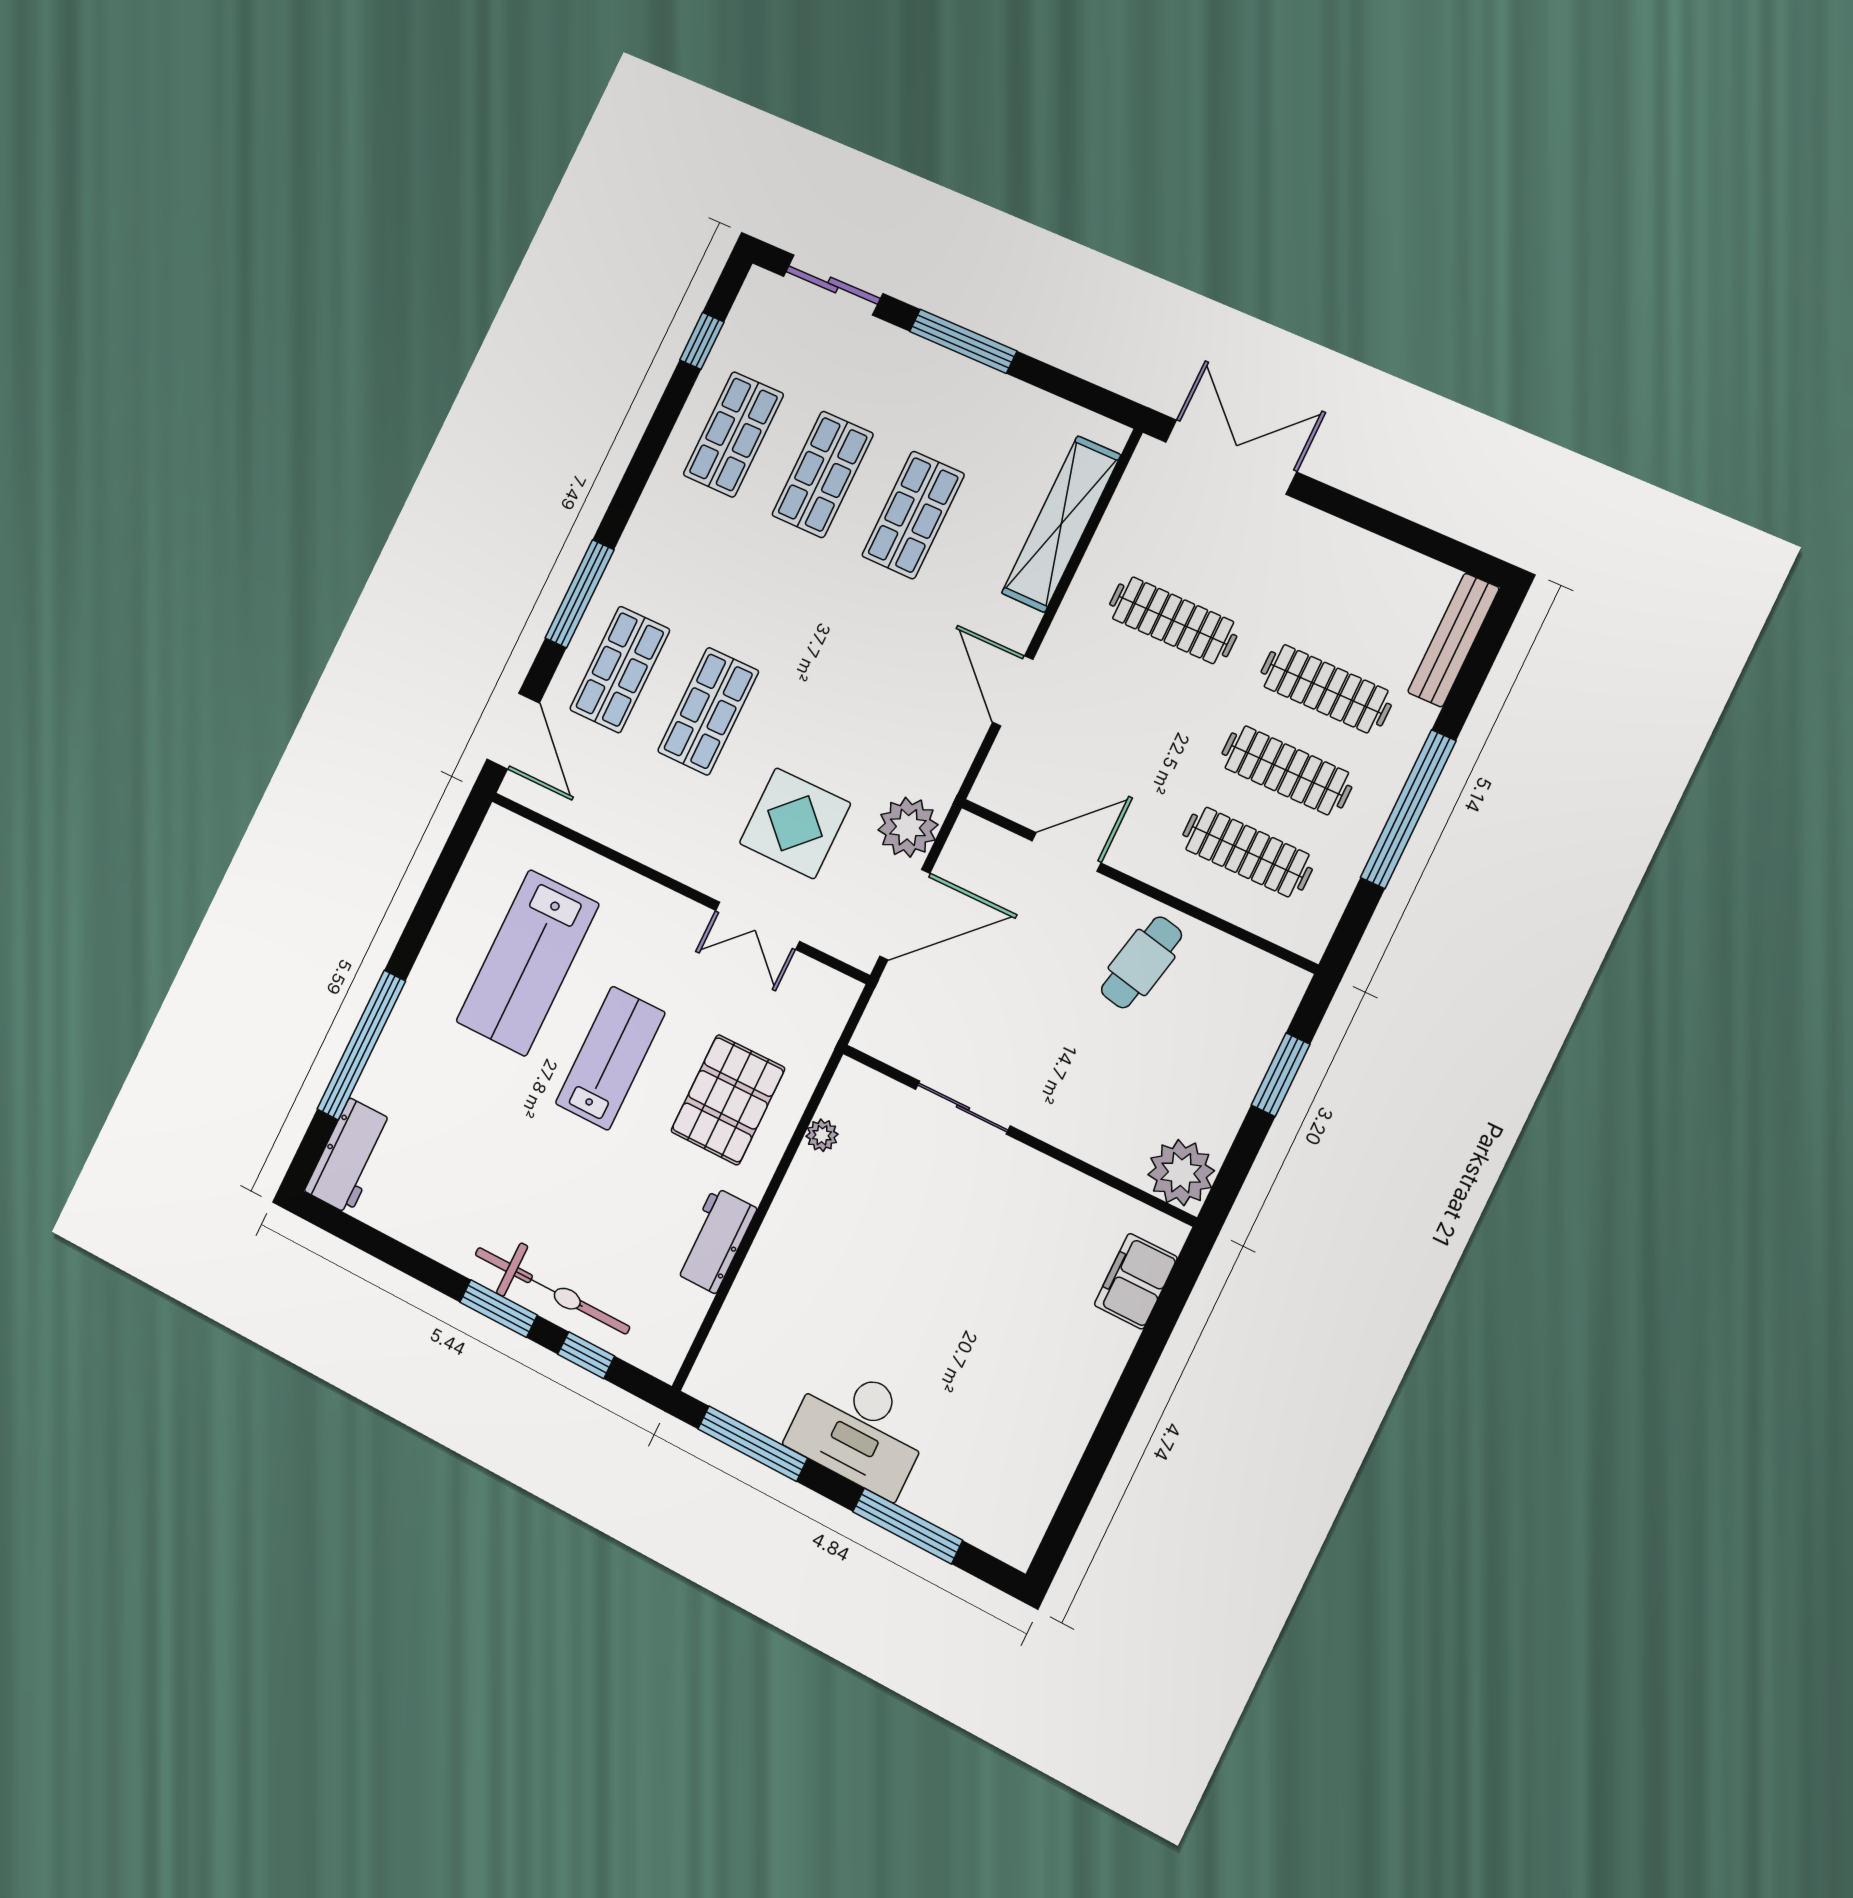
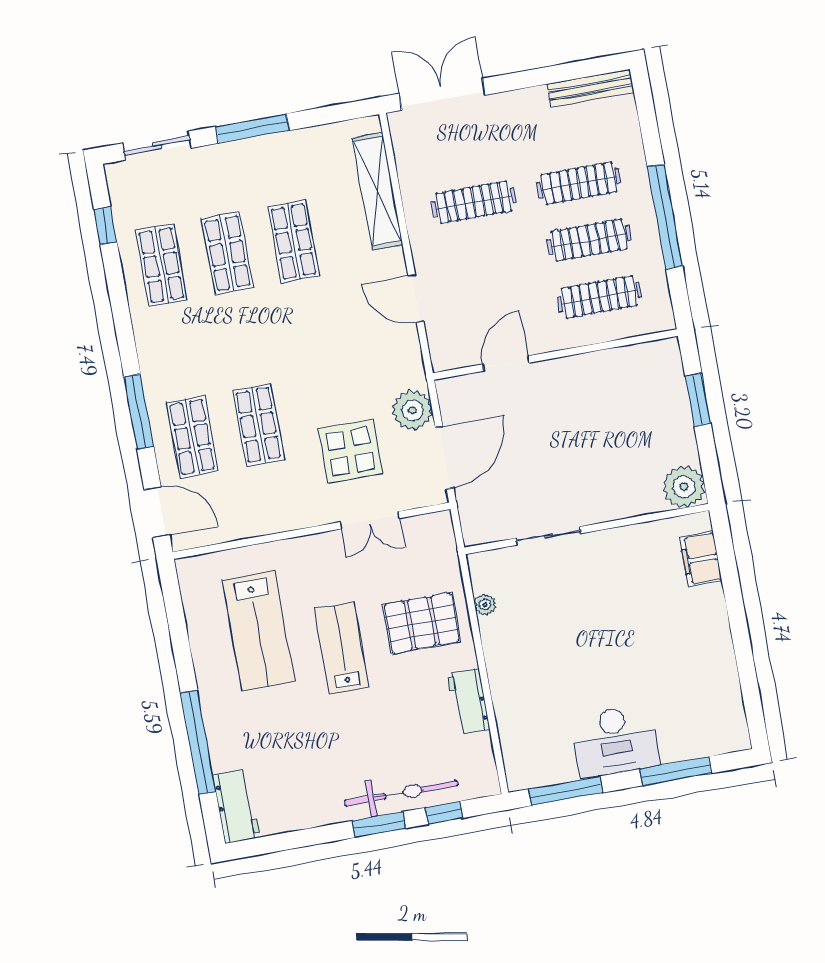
bench: (1453, 640) -> (590, 88), moved, turned 90
cafe table: (1141, 962) -> (586, 393), removed
pallet: (728, 1100) -> (422, 623), turned 90

